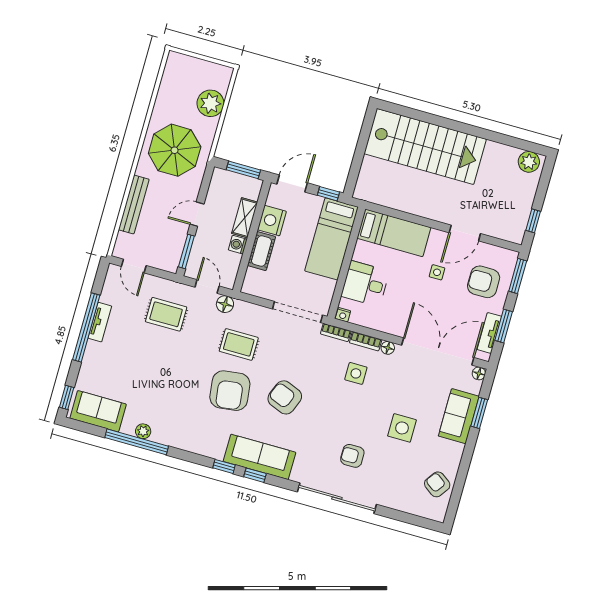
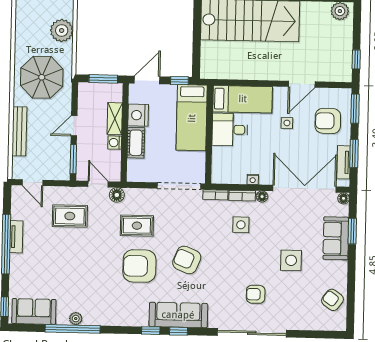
desk: (365, 284) -> (230, 130), moved
nightstand: (343, 315) -> (253, 179), moved
armchair: (230, 391) -> (139, 266), turned 97

